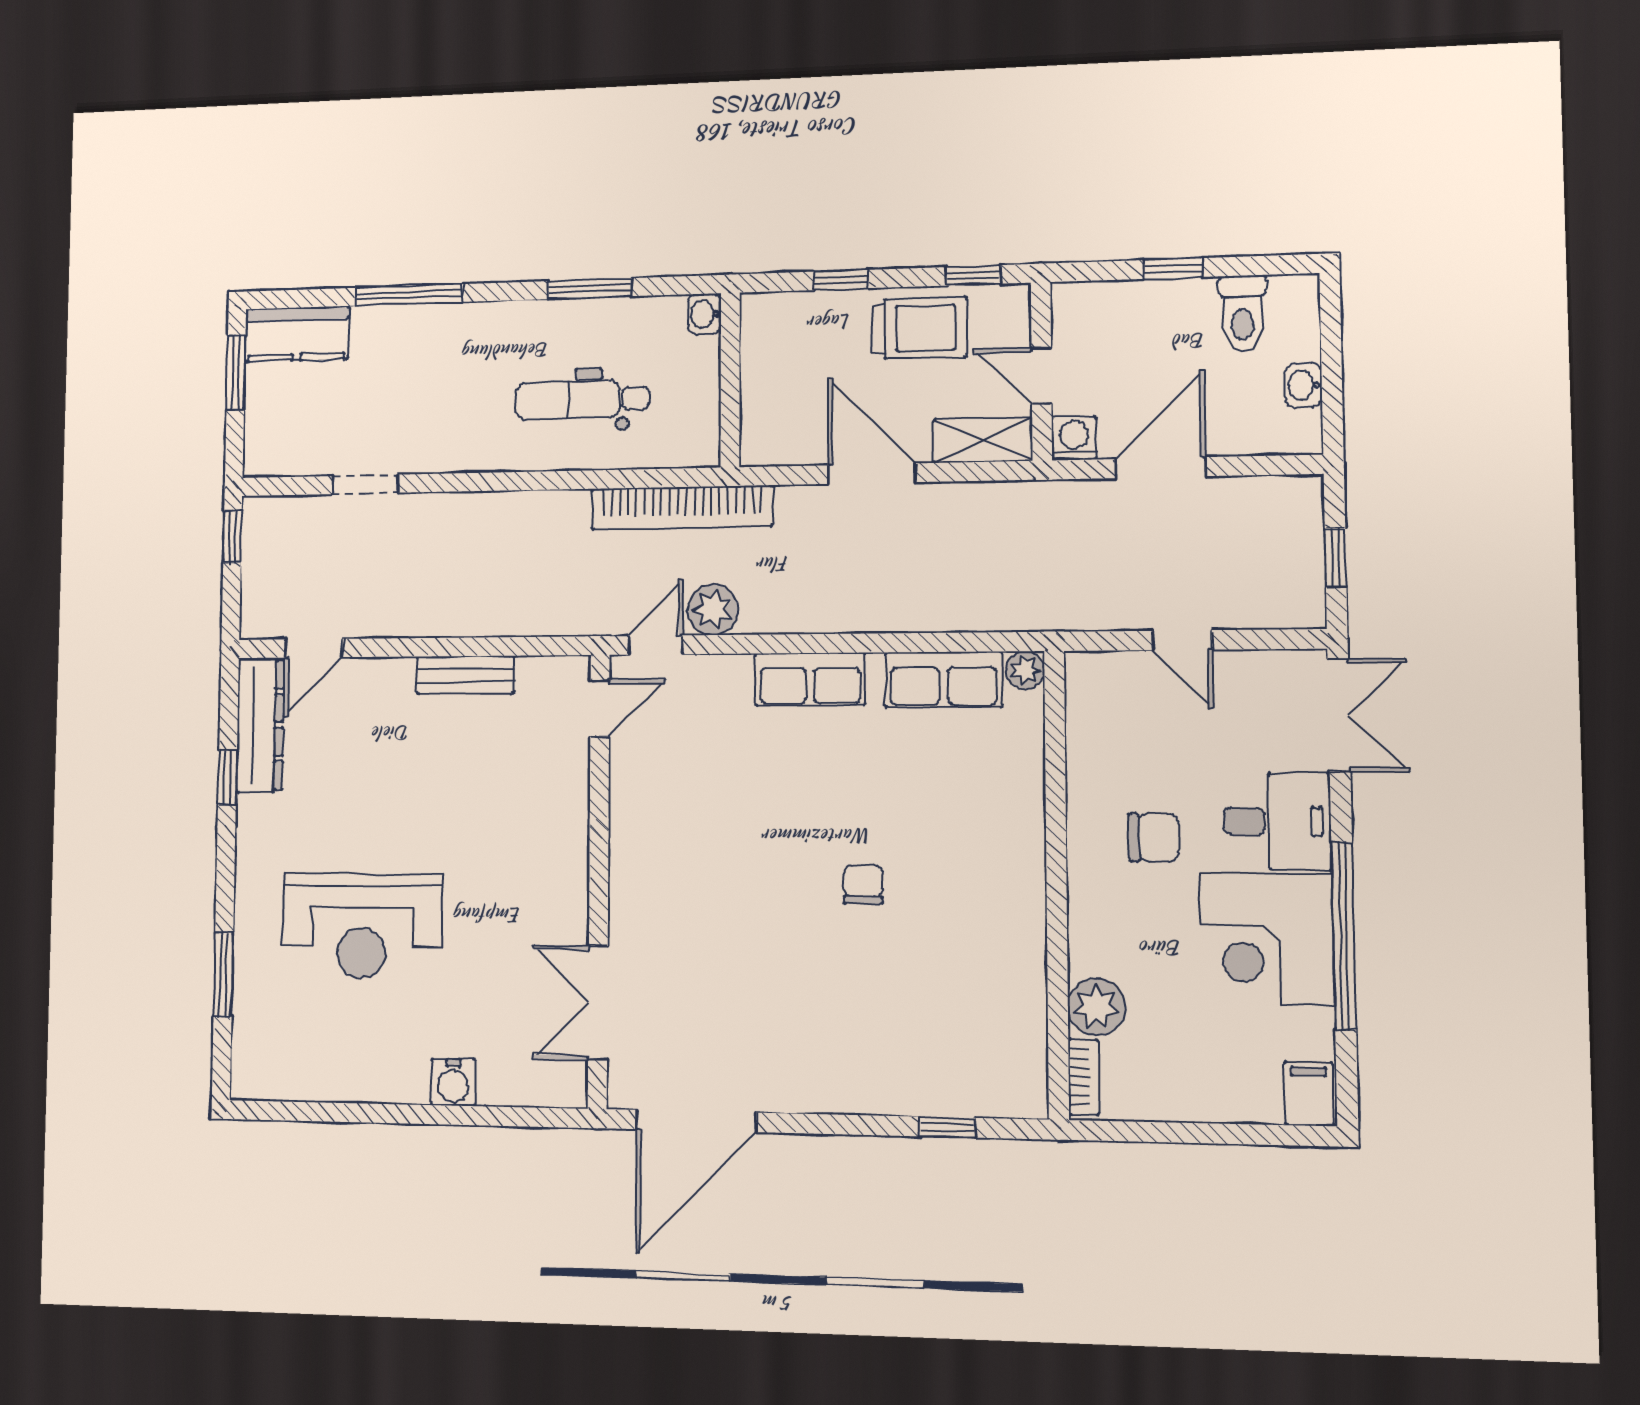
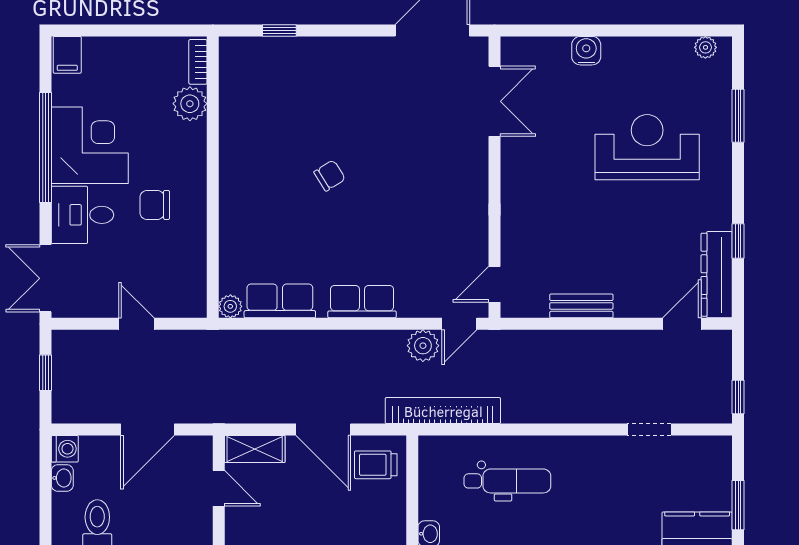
trolley: (919, 328) -> (376, 465), moved, width x0.73, depth x0.72
washing machine: (1074, 438) -> (65, 449), moved, turned -90
chair: (863, 885) -> (330, 176), turned -122
plant: (270, 1084) -> (705, 47), added

